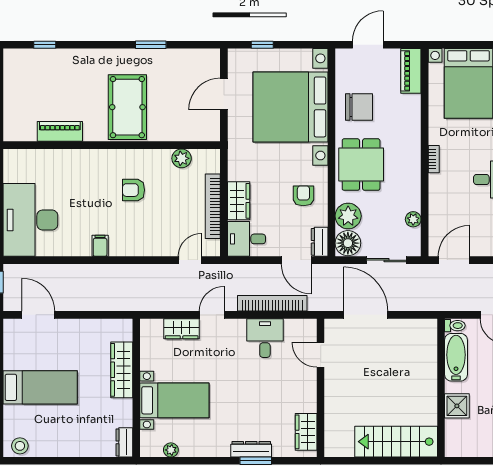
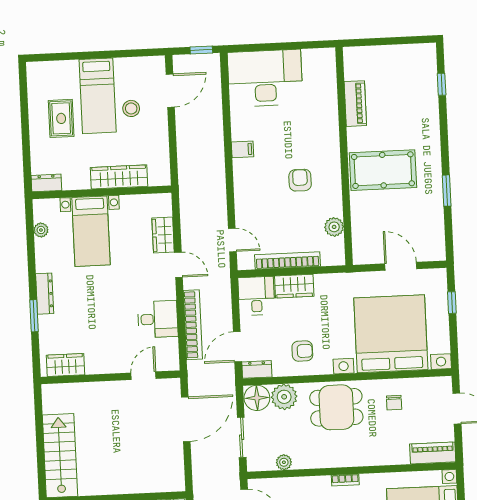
chair: (359, 107) -> (394, 403), width x0.54, depth x0.54
rug: (61, 425) -> (61, 118), added
stool: (20, 446) -> (131, 108), moved
dresser: (251, 449) -> (45, 294), moved

